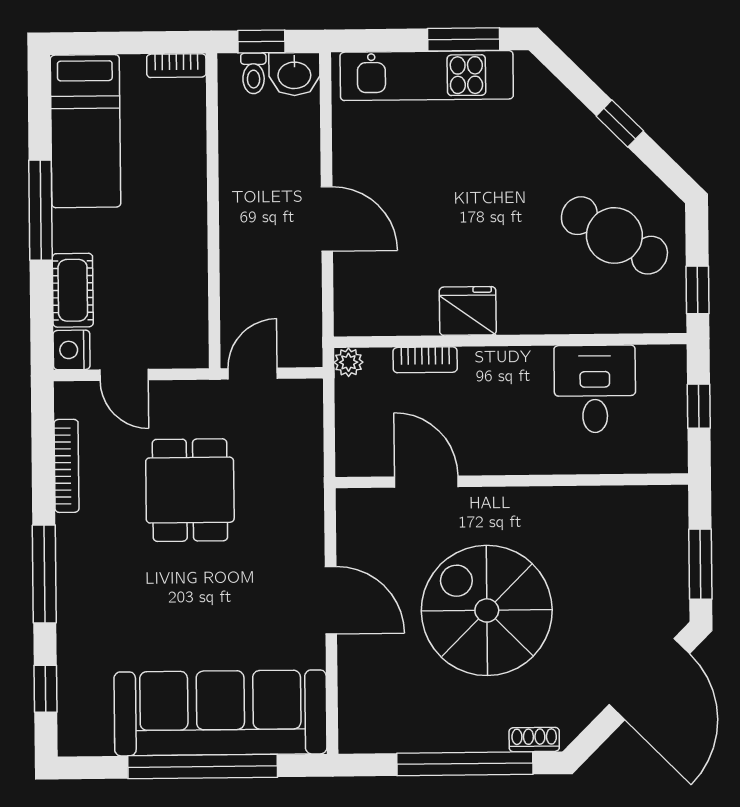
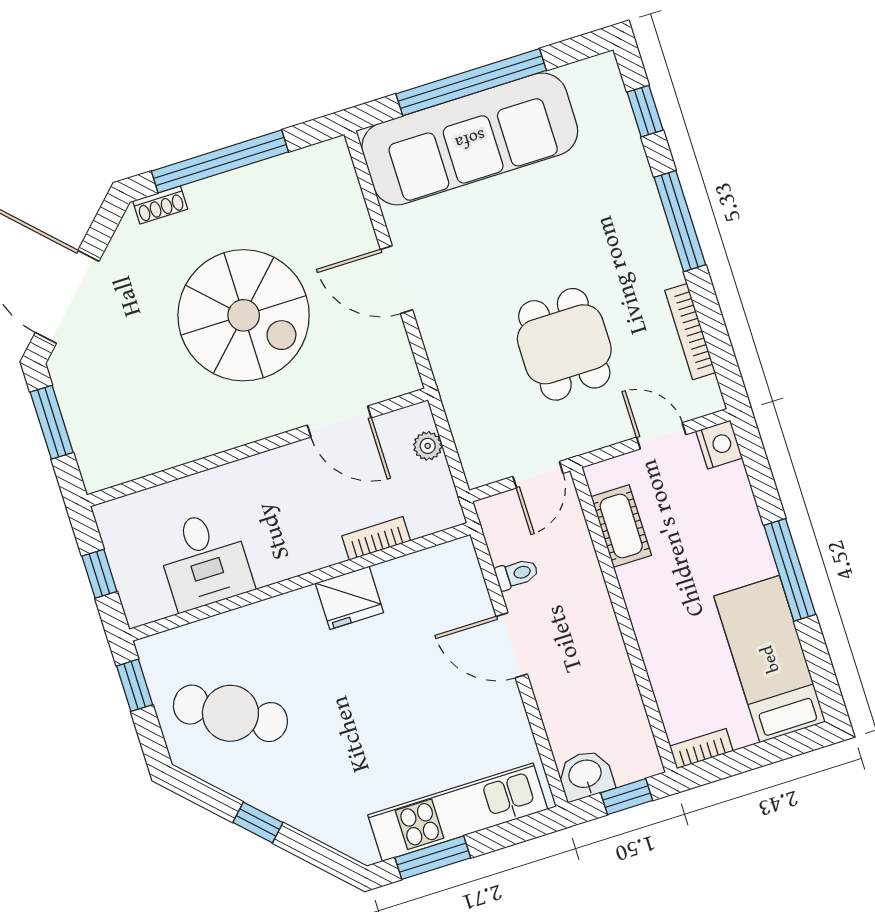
toilet: (253, 73) -> (517, 574), moved, turned 90
cot: (73, 290) -> (621, 526), moved
plant: (349, 362) -> (428, 446), moved

